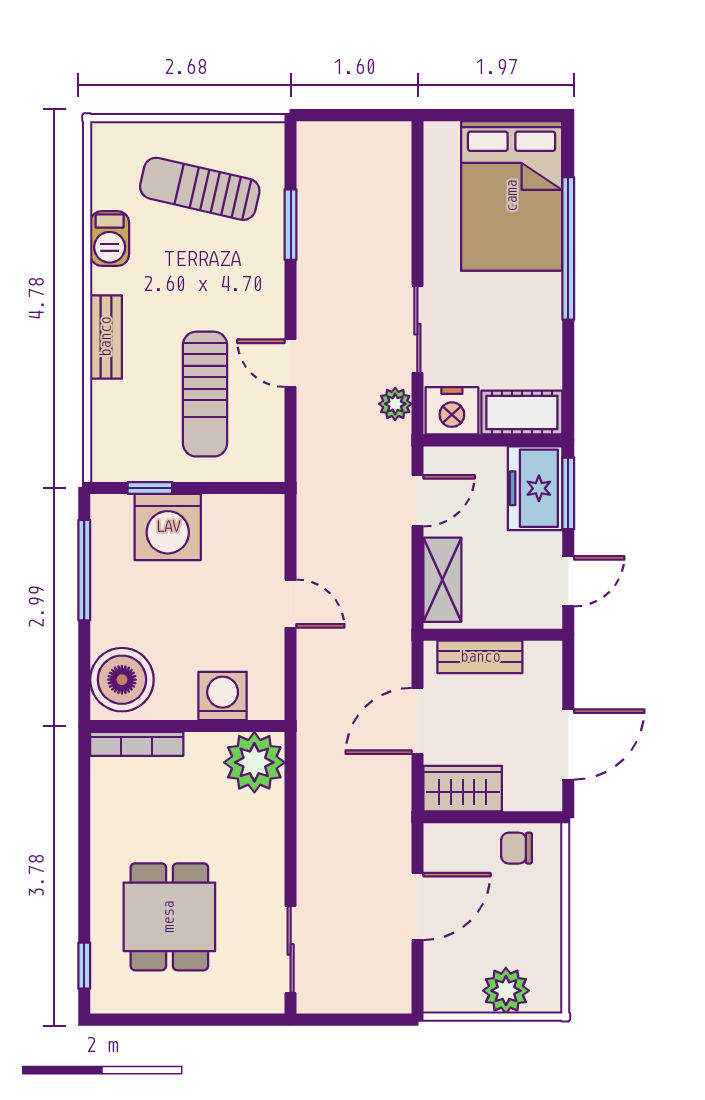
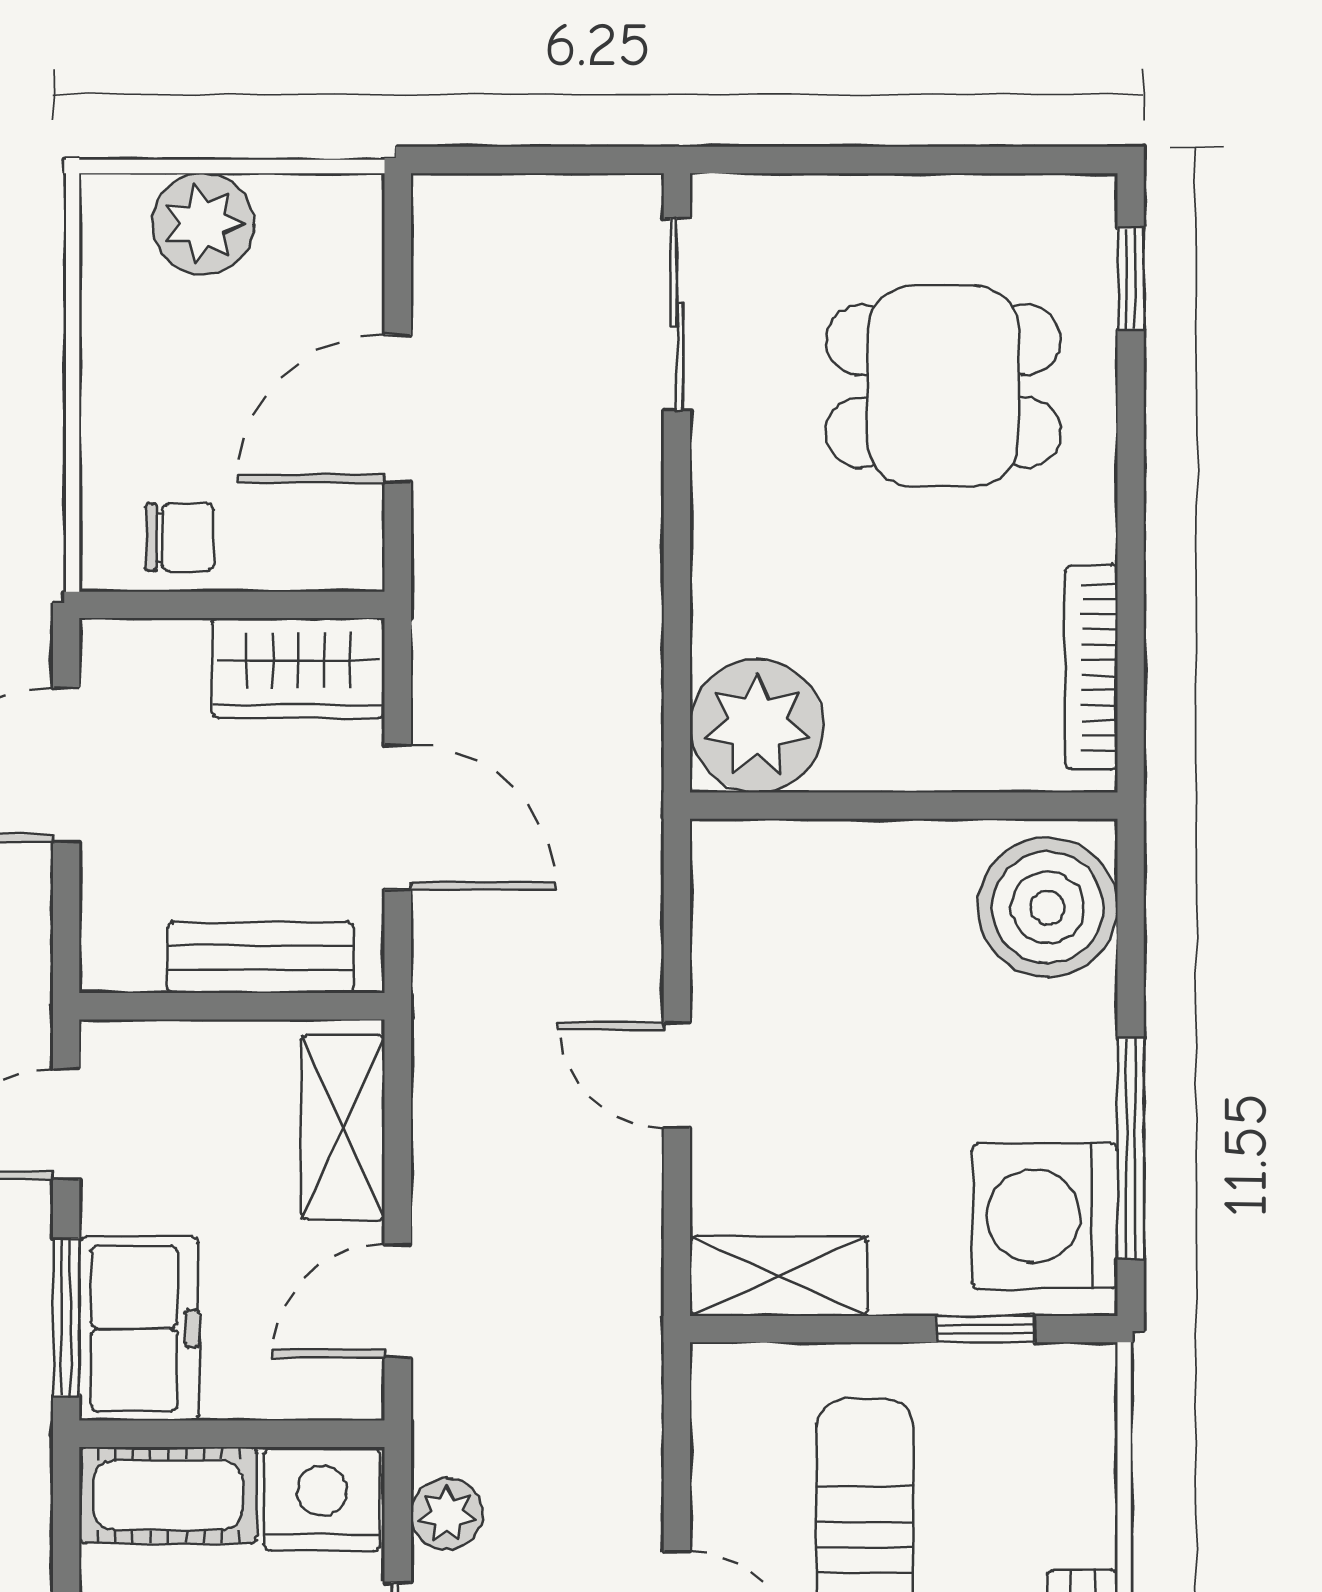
shelving: (244, 512) -> (779, 1276), added
washing machine: (168, 527) -> (1045, 1216), moved, turned -90
washing machine: (223, 696) -> (826, 872), removed
door: (417, 721) -> (398, 817), hinge flipped
bookcase: (137, 744) -> (1091, 667), moved, turned -90
dining table: (169, 917) -> (943, 386), turned 90

